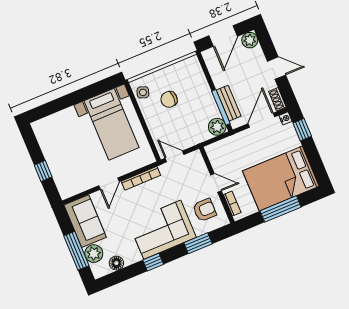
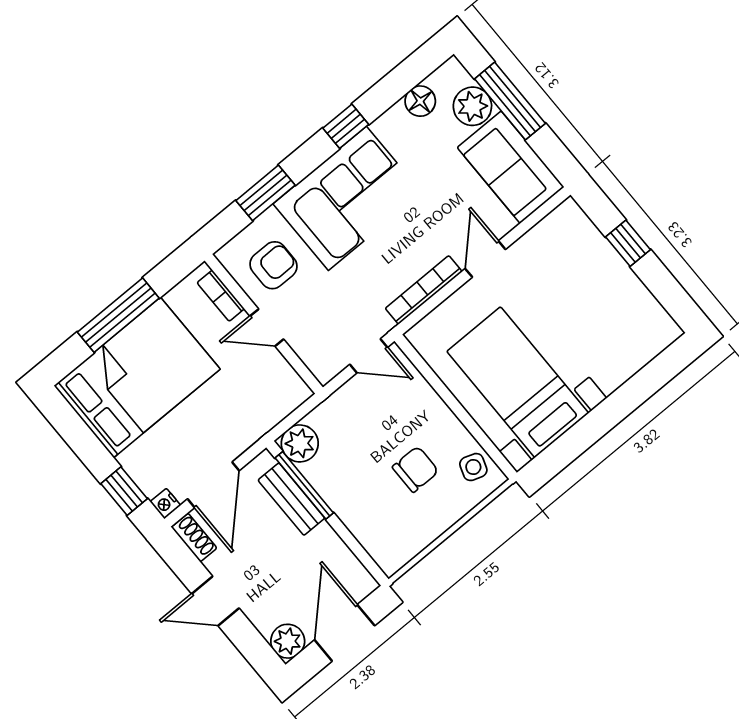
armchair: (204, 210) -> (274, 265), turned 180

